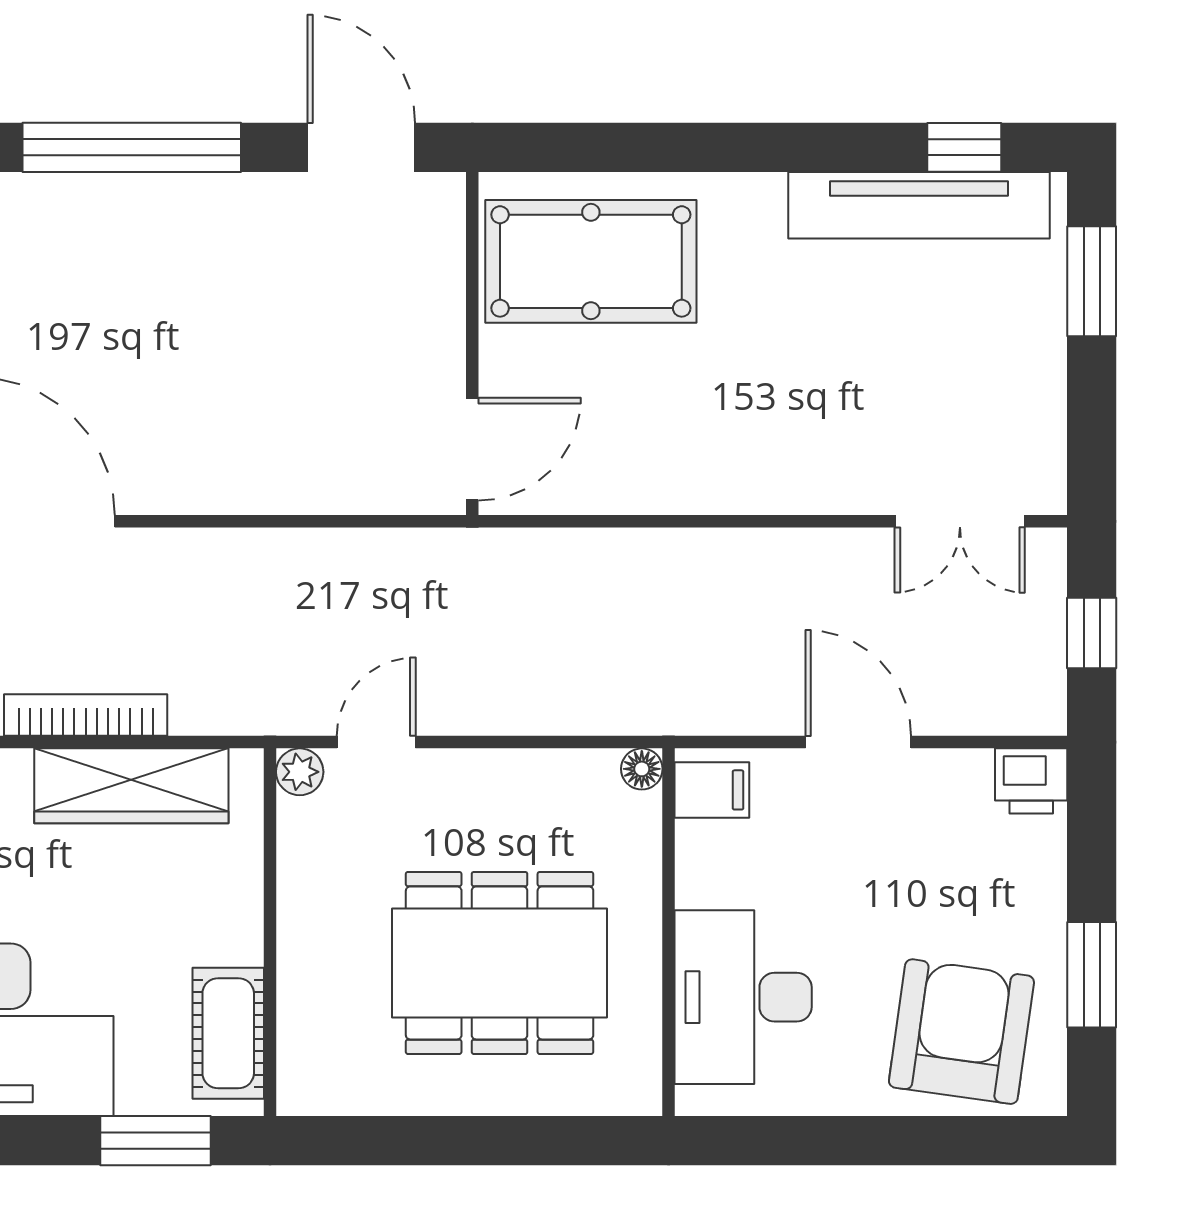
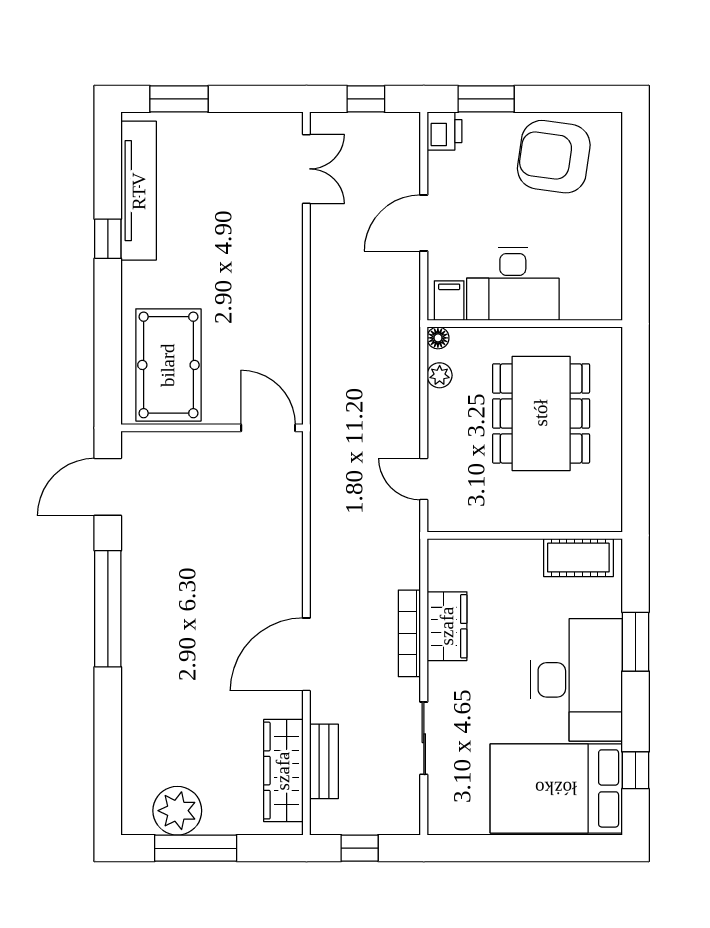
window: (964, 147) -> (108, 239), moved
plant: (300, 772) -> (440, 375), moved
wardrobe: (131, 786) -> (447, 626), width x0.67
window: (1092, 975) -> (486, 99), moved
desk: (743, 997) -> (513, 284), moved
armchair: (961, 1032) -> (554, 157), moved
window: (156, 1141) -> (635, 642), moved

